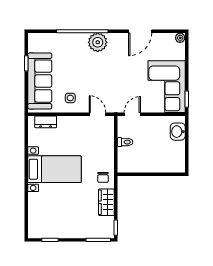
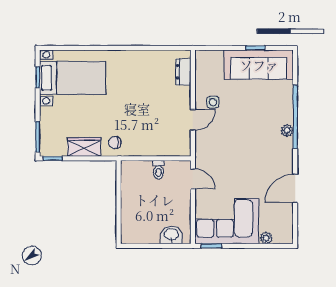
door: (140, 31) -> (295, 188), hinge flipped
plant: (180, 38) -> (266, 238), moved
plant: (98, 42) -> (287, 131), width x0.53, depth x0.53
sofa: (40, 81) -> (259, 65), moved
door: (97, 114) -> (193, 120), moved
bed with nightstands: (54, 169) -> (72, 78), moved, turned -90

